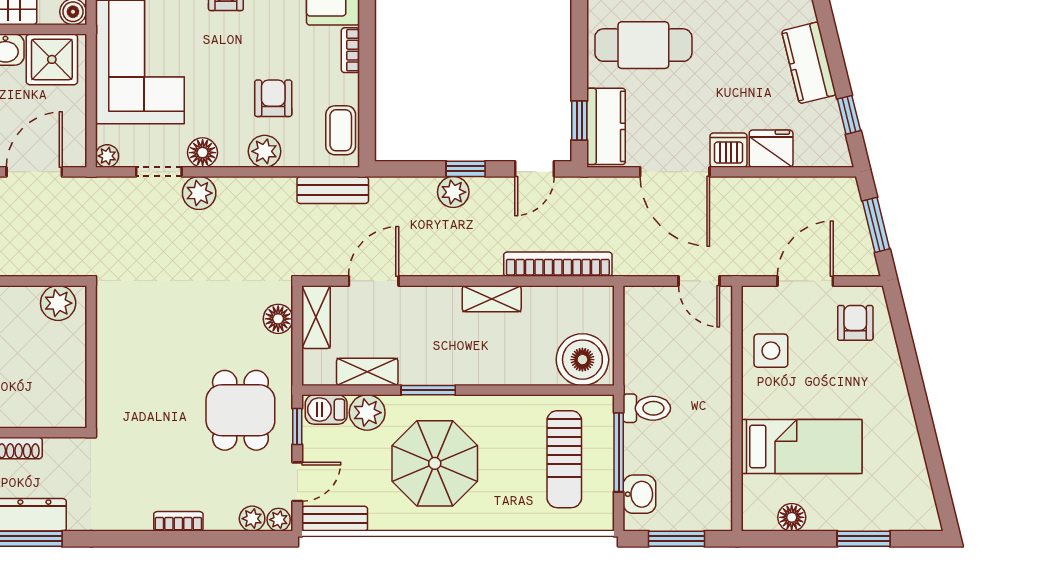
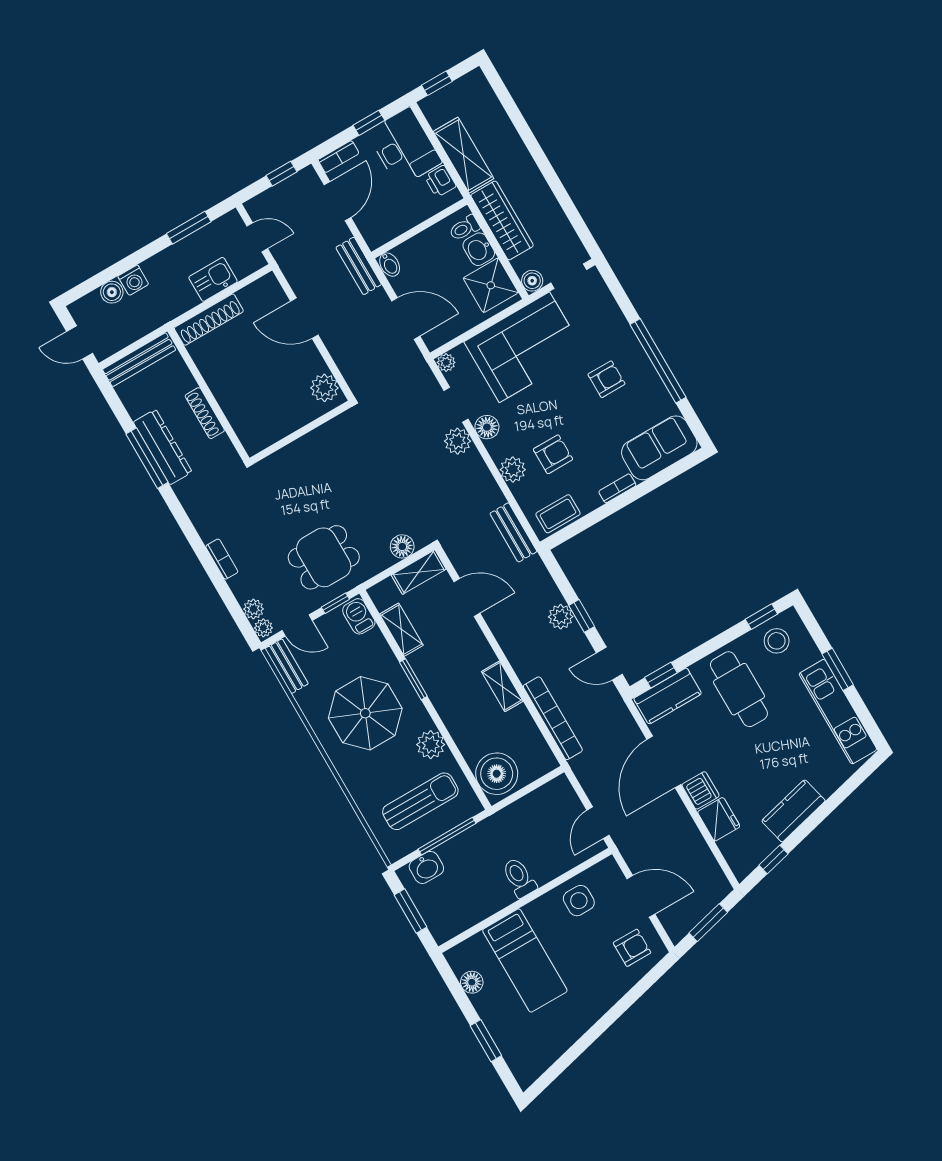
toilet: (647, 408) -> (519, 878), moved, turned 180
plant: (367, 413) -> (431, 745), moved
sun lounger: (564, 459) -> (420, 801), turned 180

